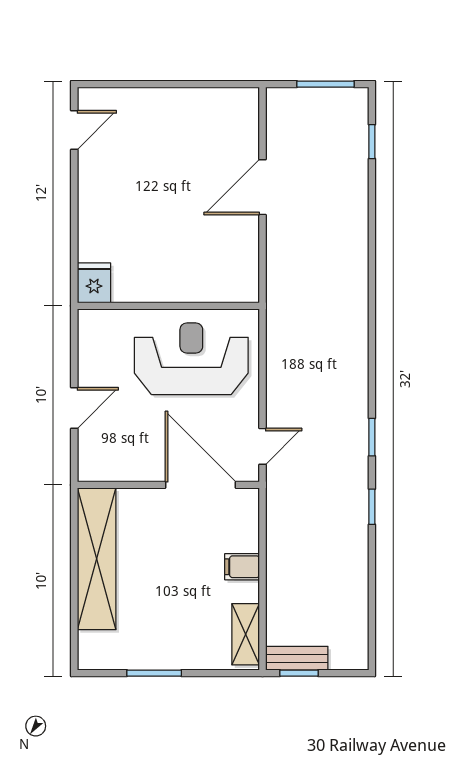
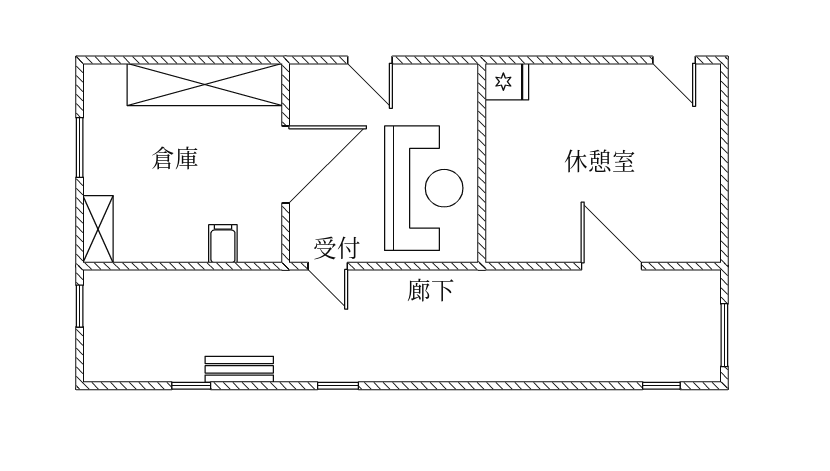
door: (201, 485) -> (286, 165), moved
window: (372, 507) -> (191, 386), moved
filing cabinet: (242, 567) -> (223, 244), moved
shelving: (246, 634) -> (98, 229), moved, turned 90
bench: (297, 658) -> (239, 369), moved, turned 90

